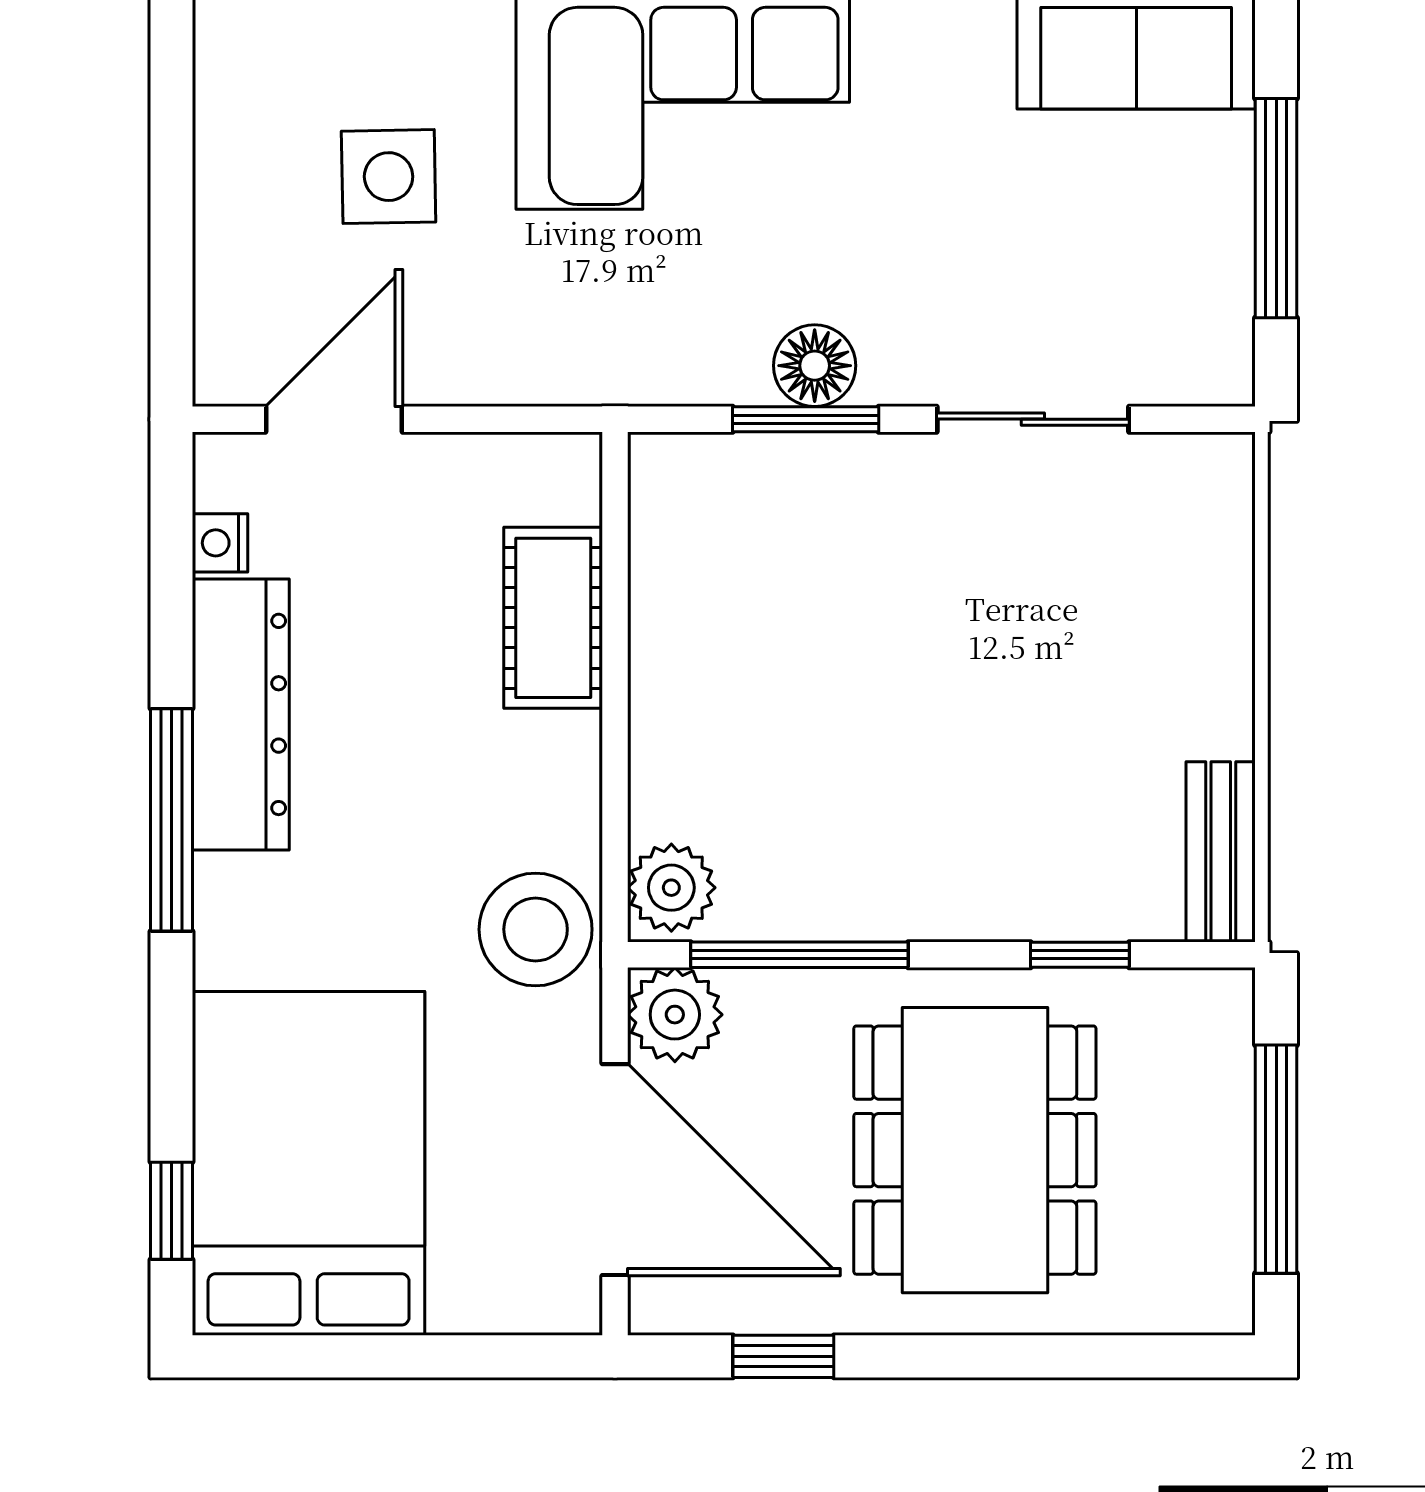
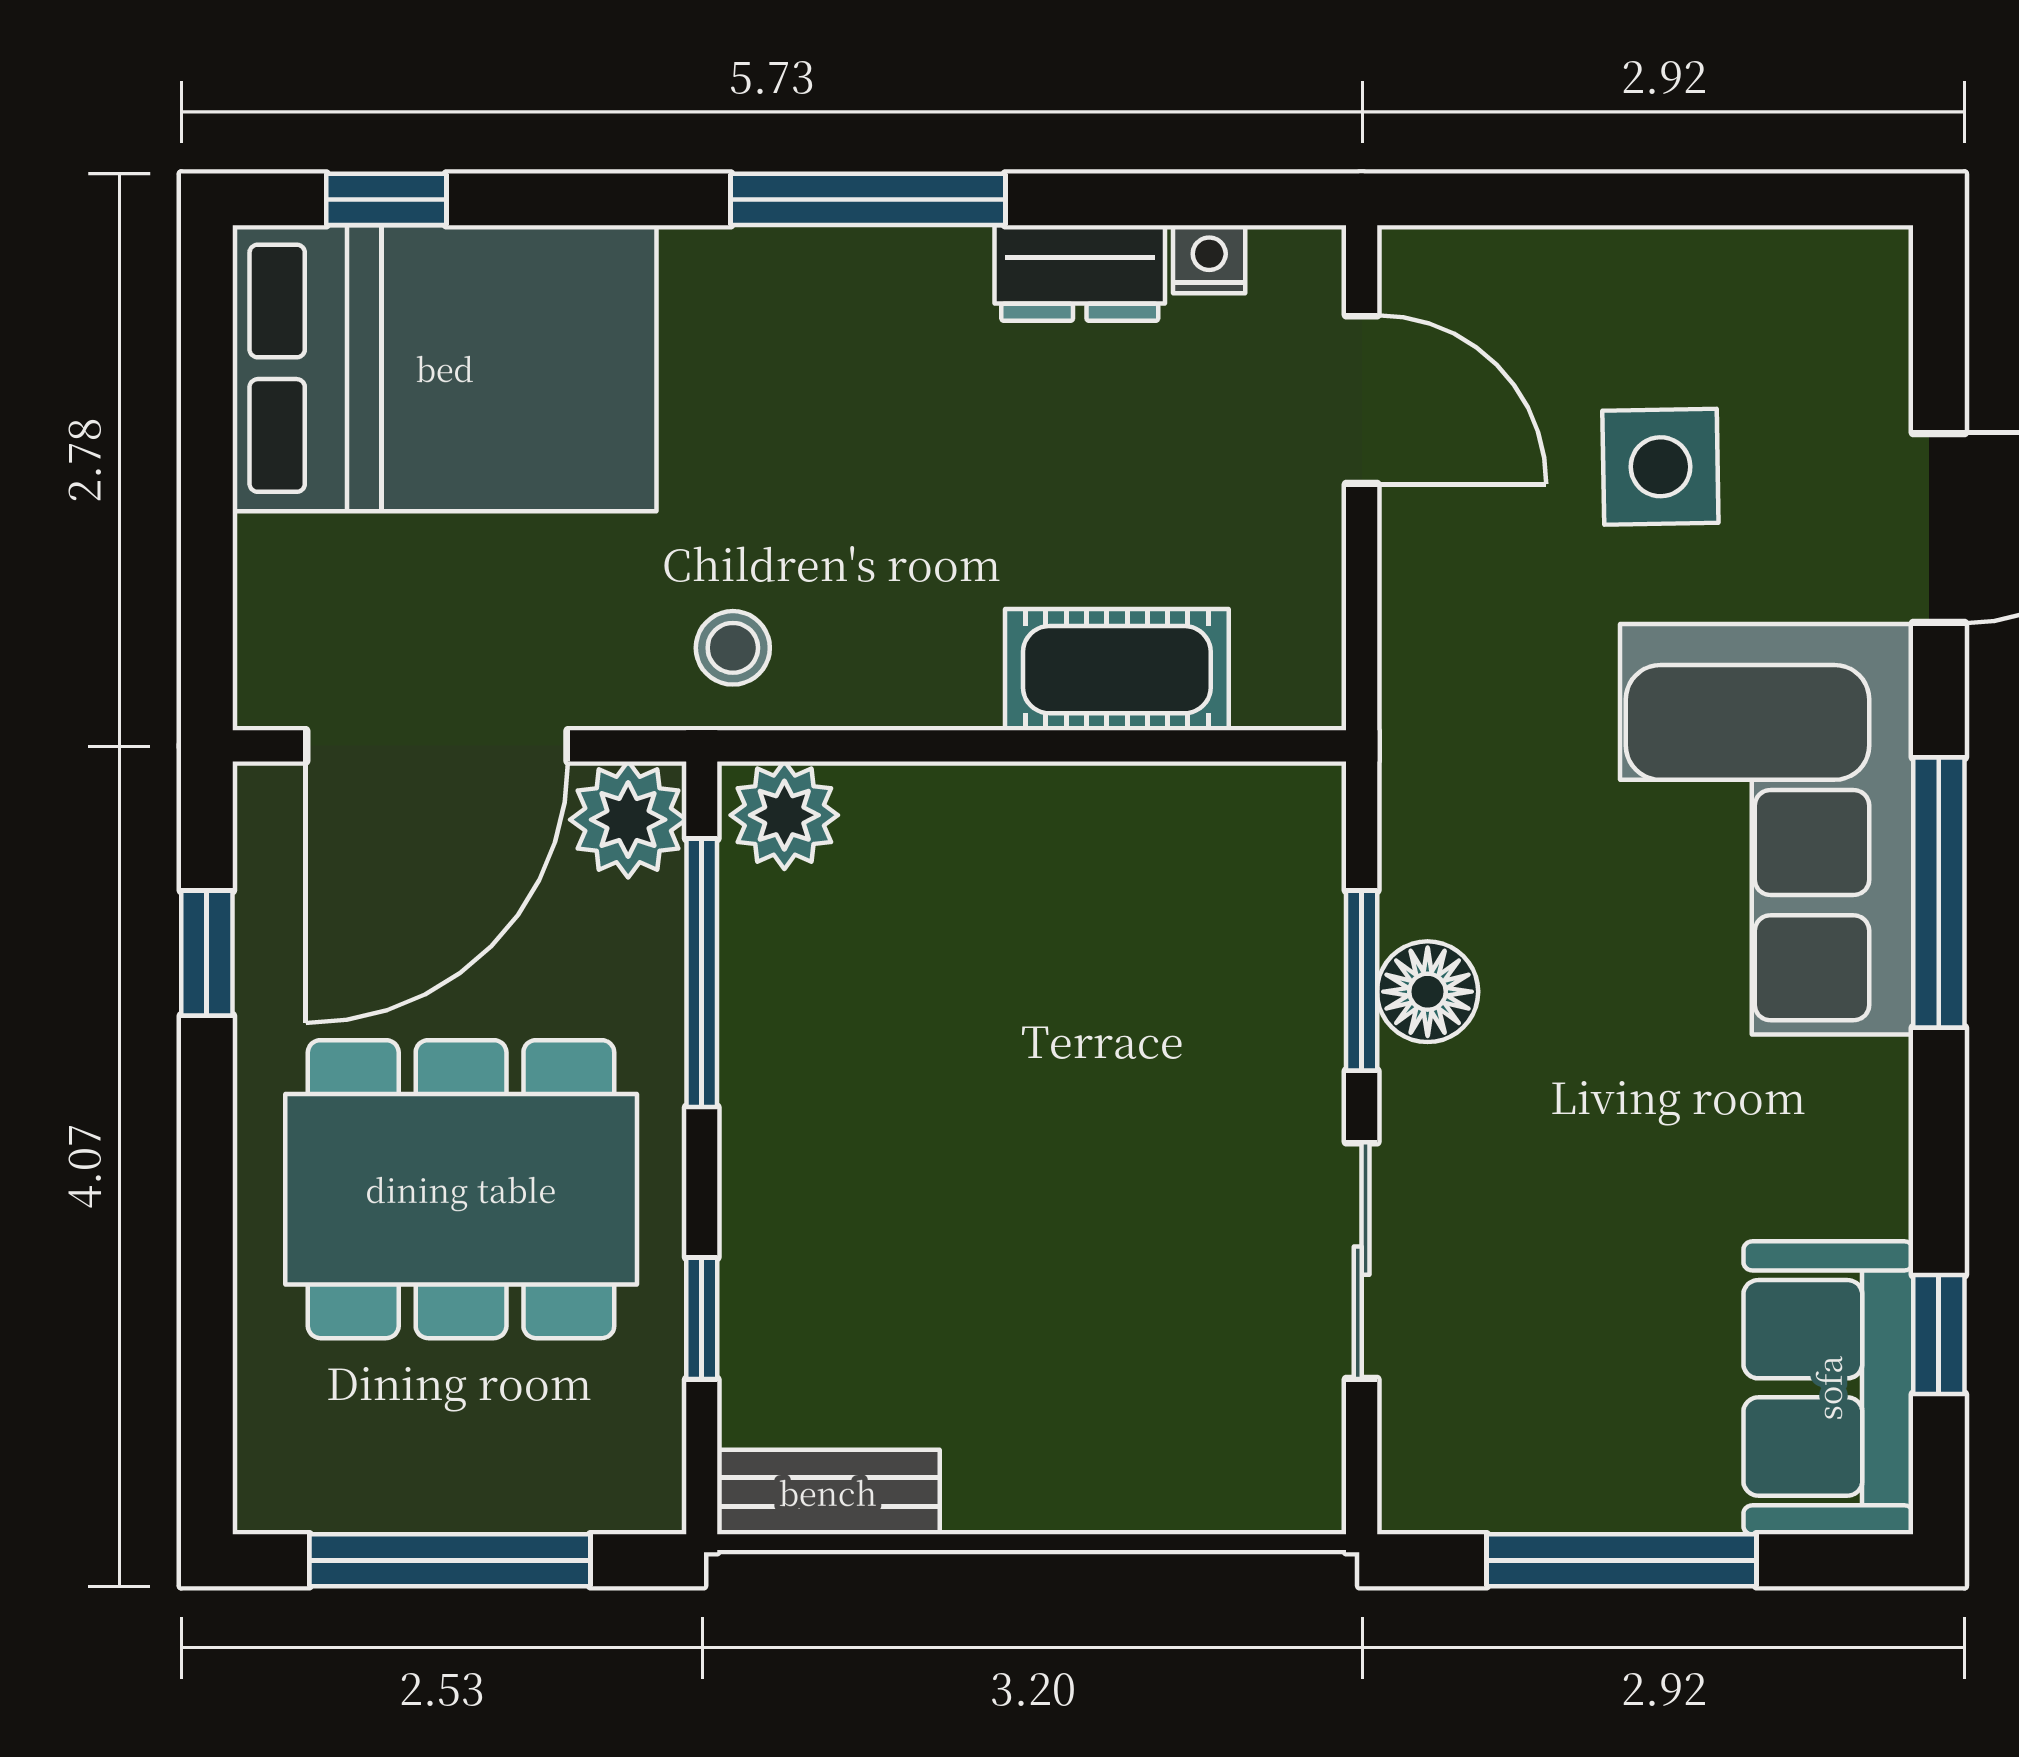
dresser: (241, 714) -> (1080, 273), width x0.51, depth x0.80
stool: (536, 929) -> (733, 648), width x0.53, depth x0.53

